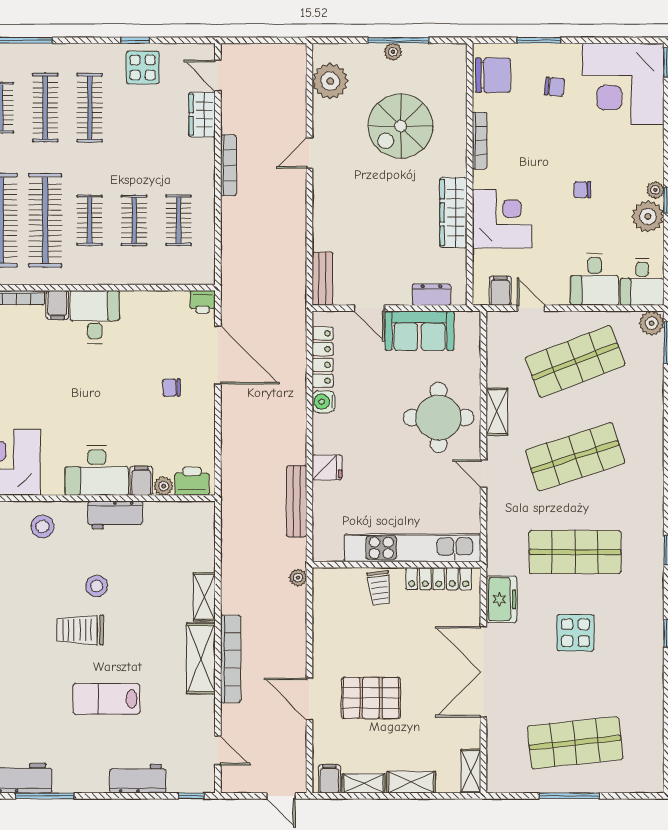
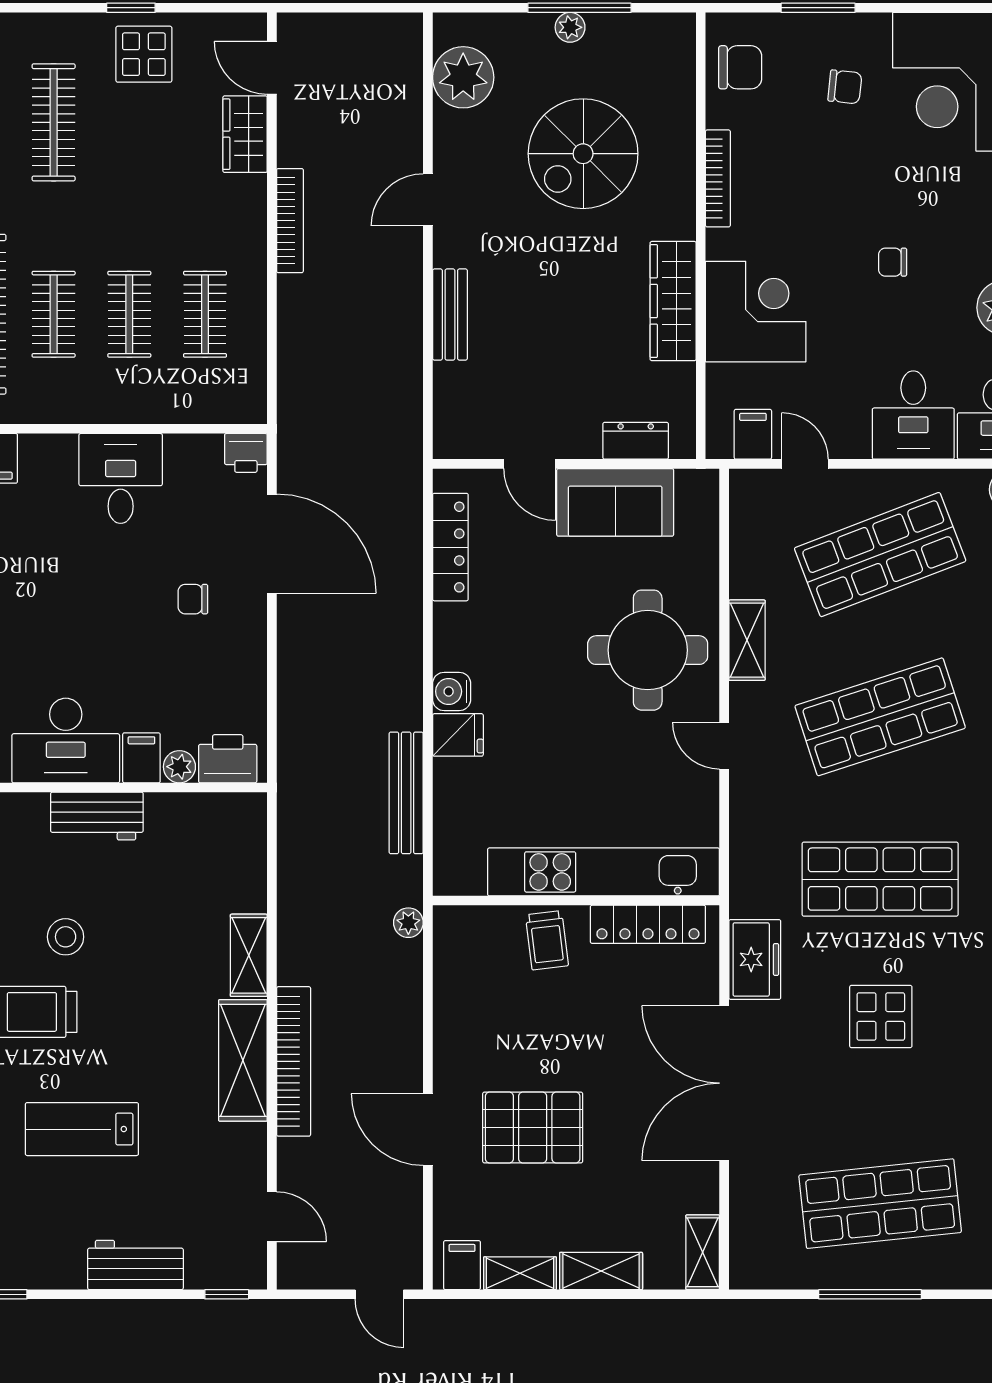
chair: (493, 75) -> (740, 67), width x0.73, depth x0.73
bench: (322, 279) -> (450, 315), moved
desk: (95, 317) -> (121, 478), moved
water cooler: (323, 402) -> (452, 691), moved

